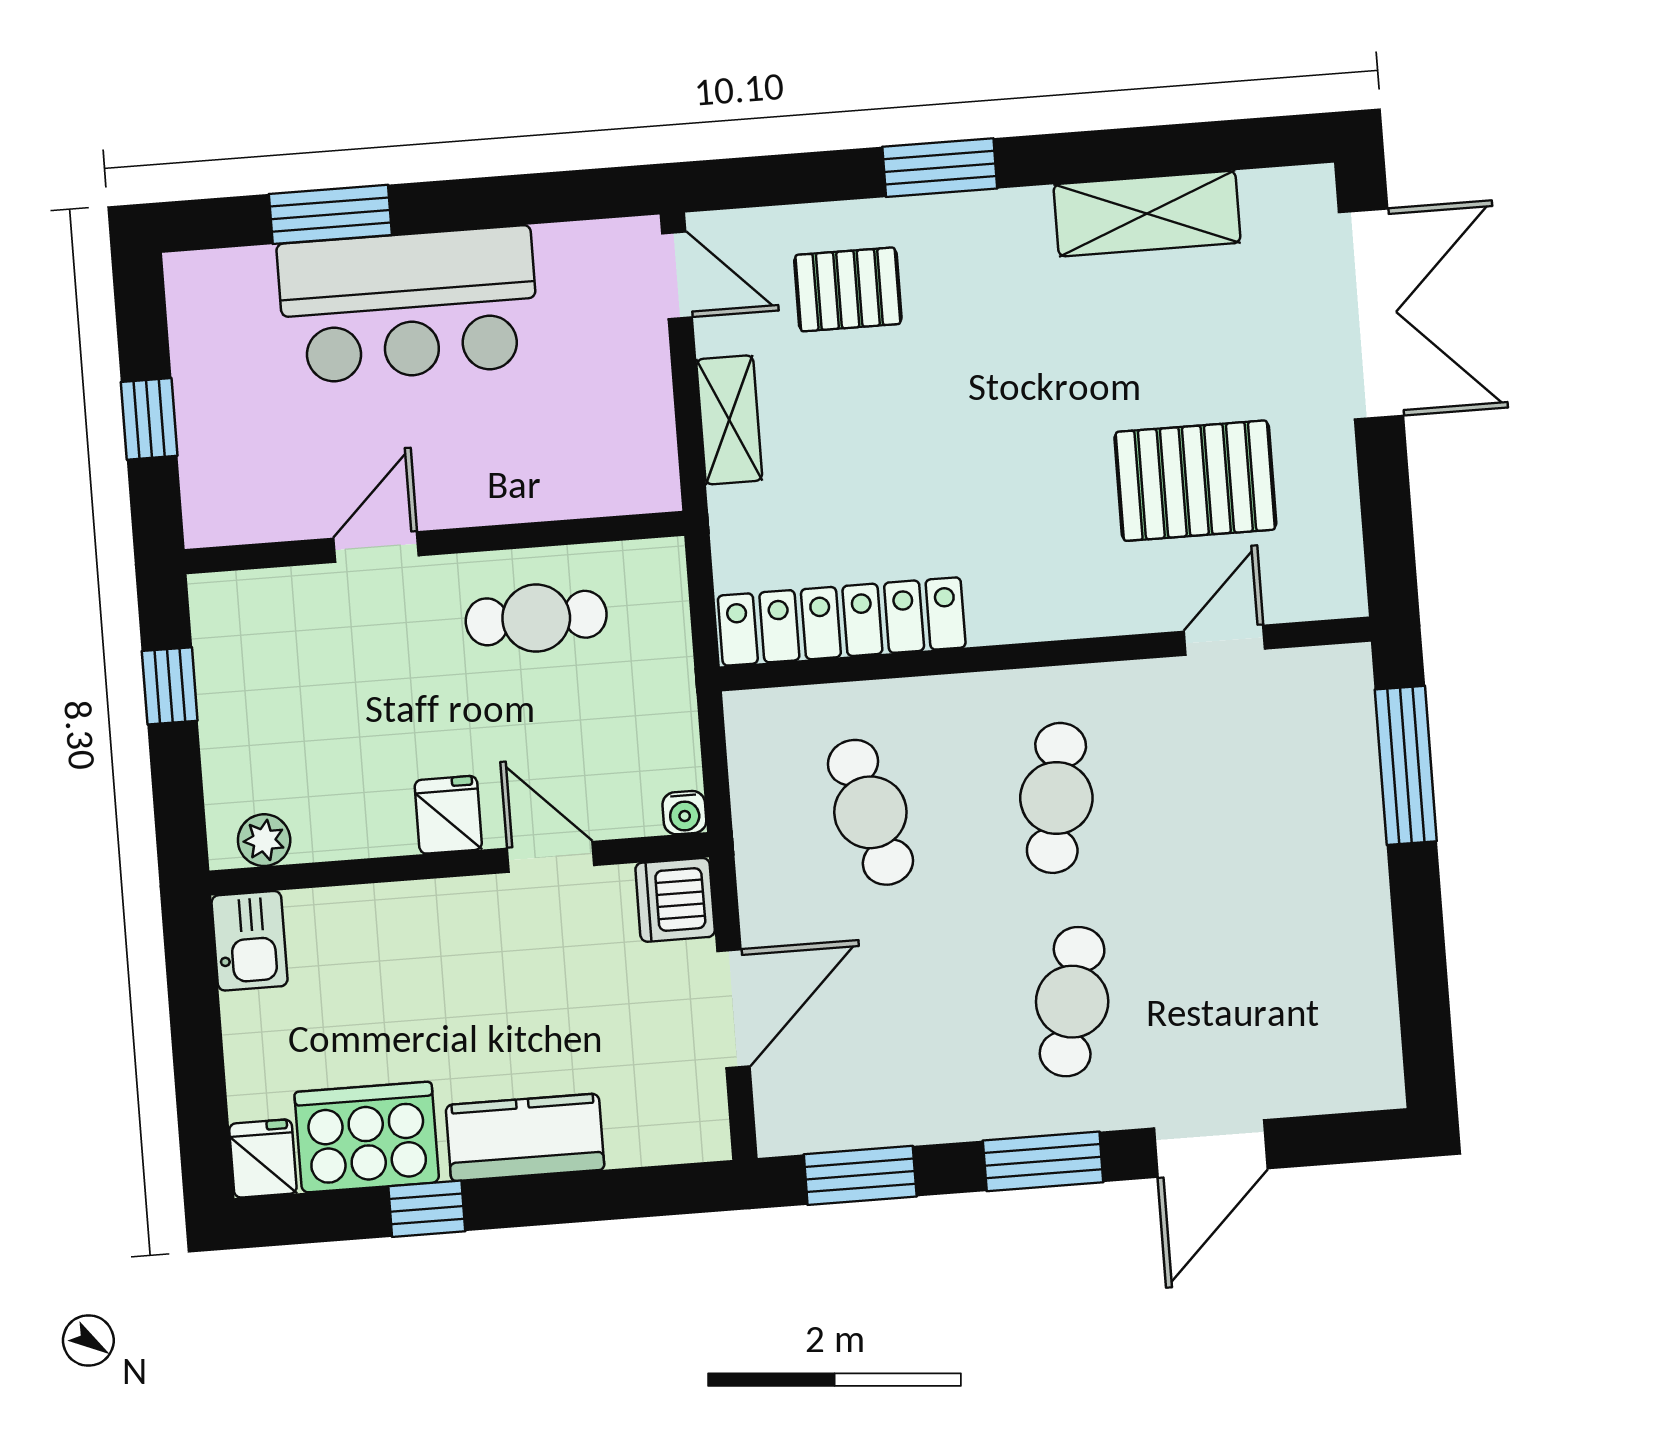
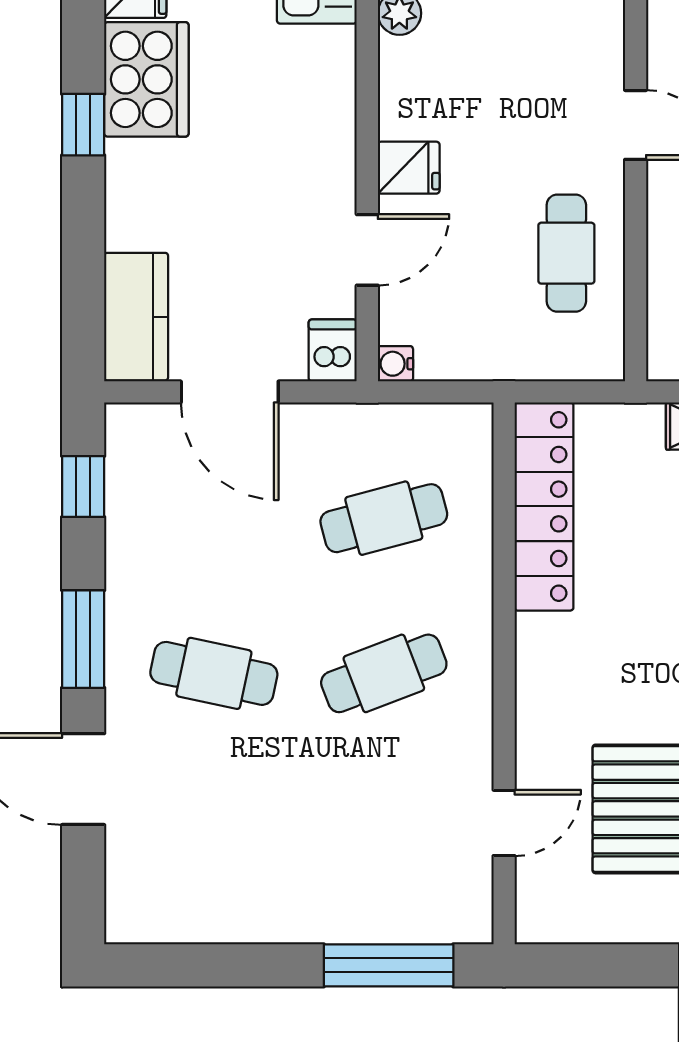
door: (1224, 640) -> (504, 823), hinge flipped
cafe table: (1056, 798) -> (384, 673), turned -30
dishwasher: (675, 900) -> (333, 350), width x0.73
kitchen counter: (525, 1137) -> (136, 317), moved
window: (860, 1175) -> (83, 486), width x0.67

